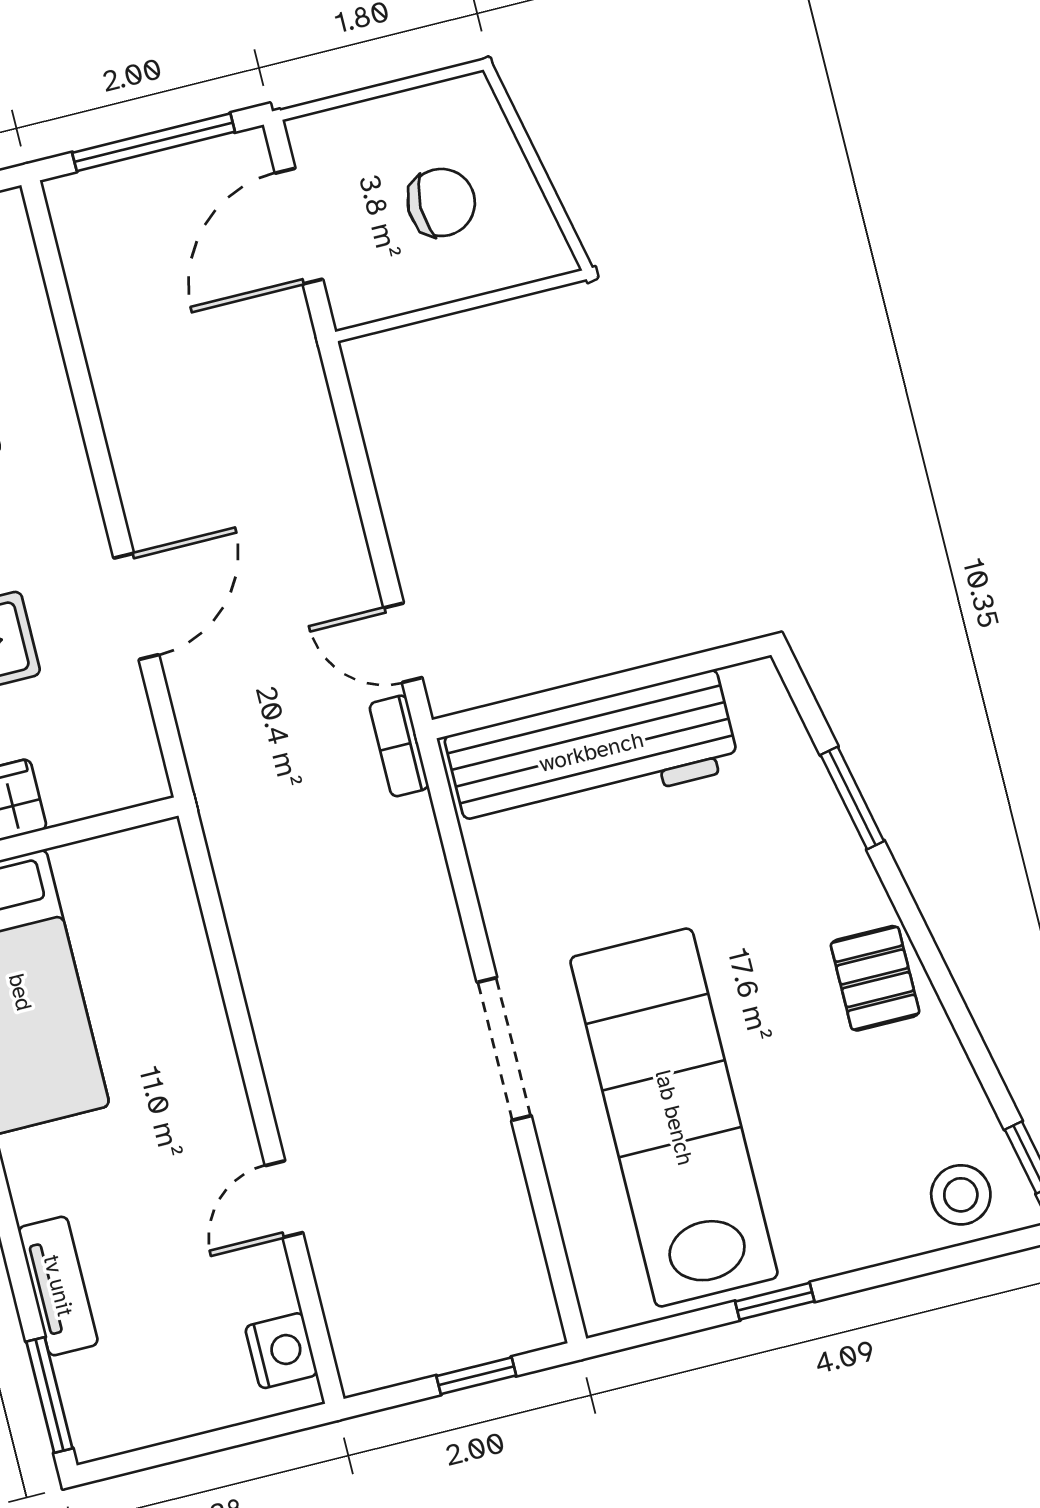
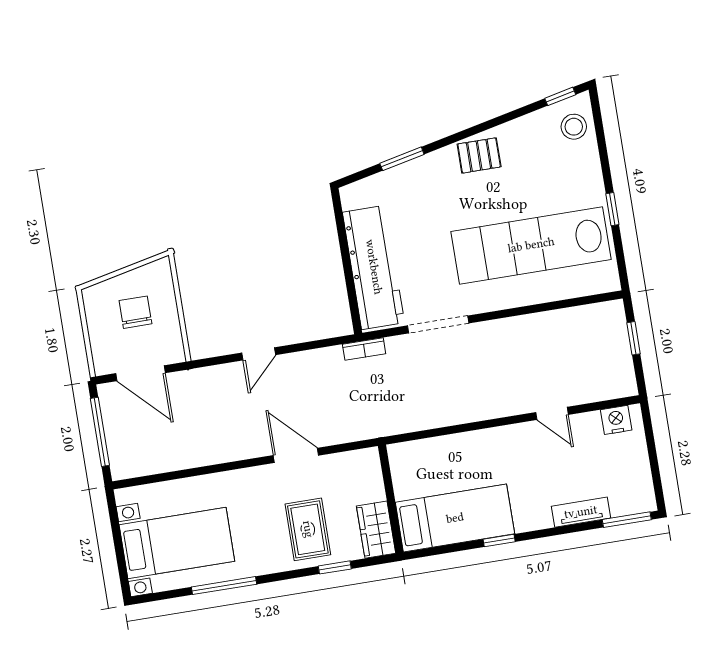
door: (403, 643) -> (259, 354), moved
doorway: (504, 1049) -> (438, 324), moved

